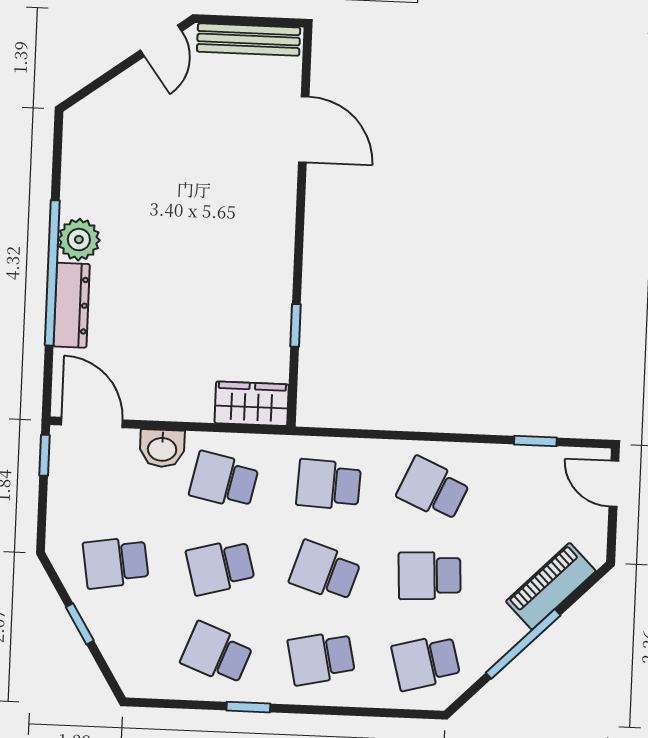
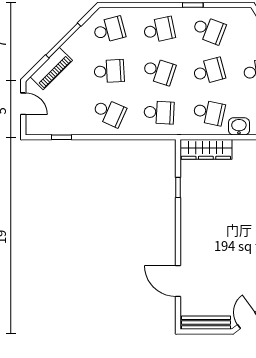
wardrobe: (252, 404) -> (206, 149), width x1.50
door: (614, 484) -> (23, 104), moved

